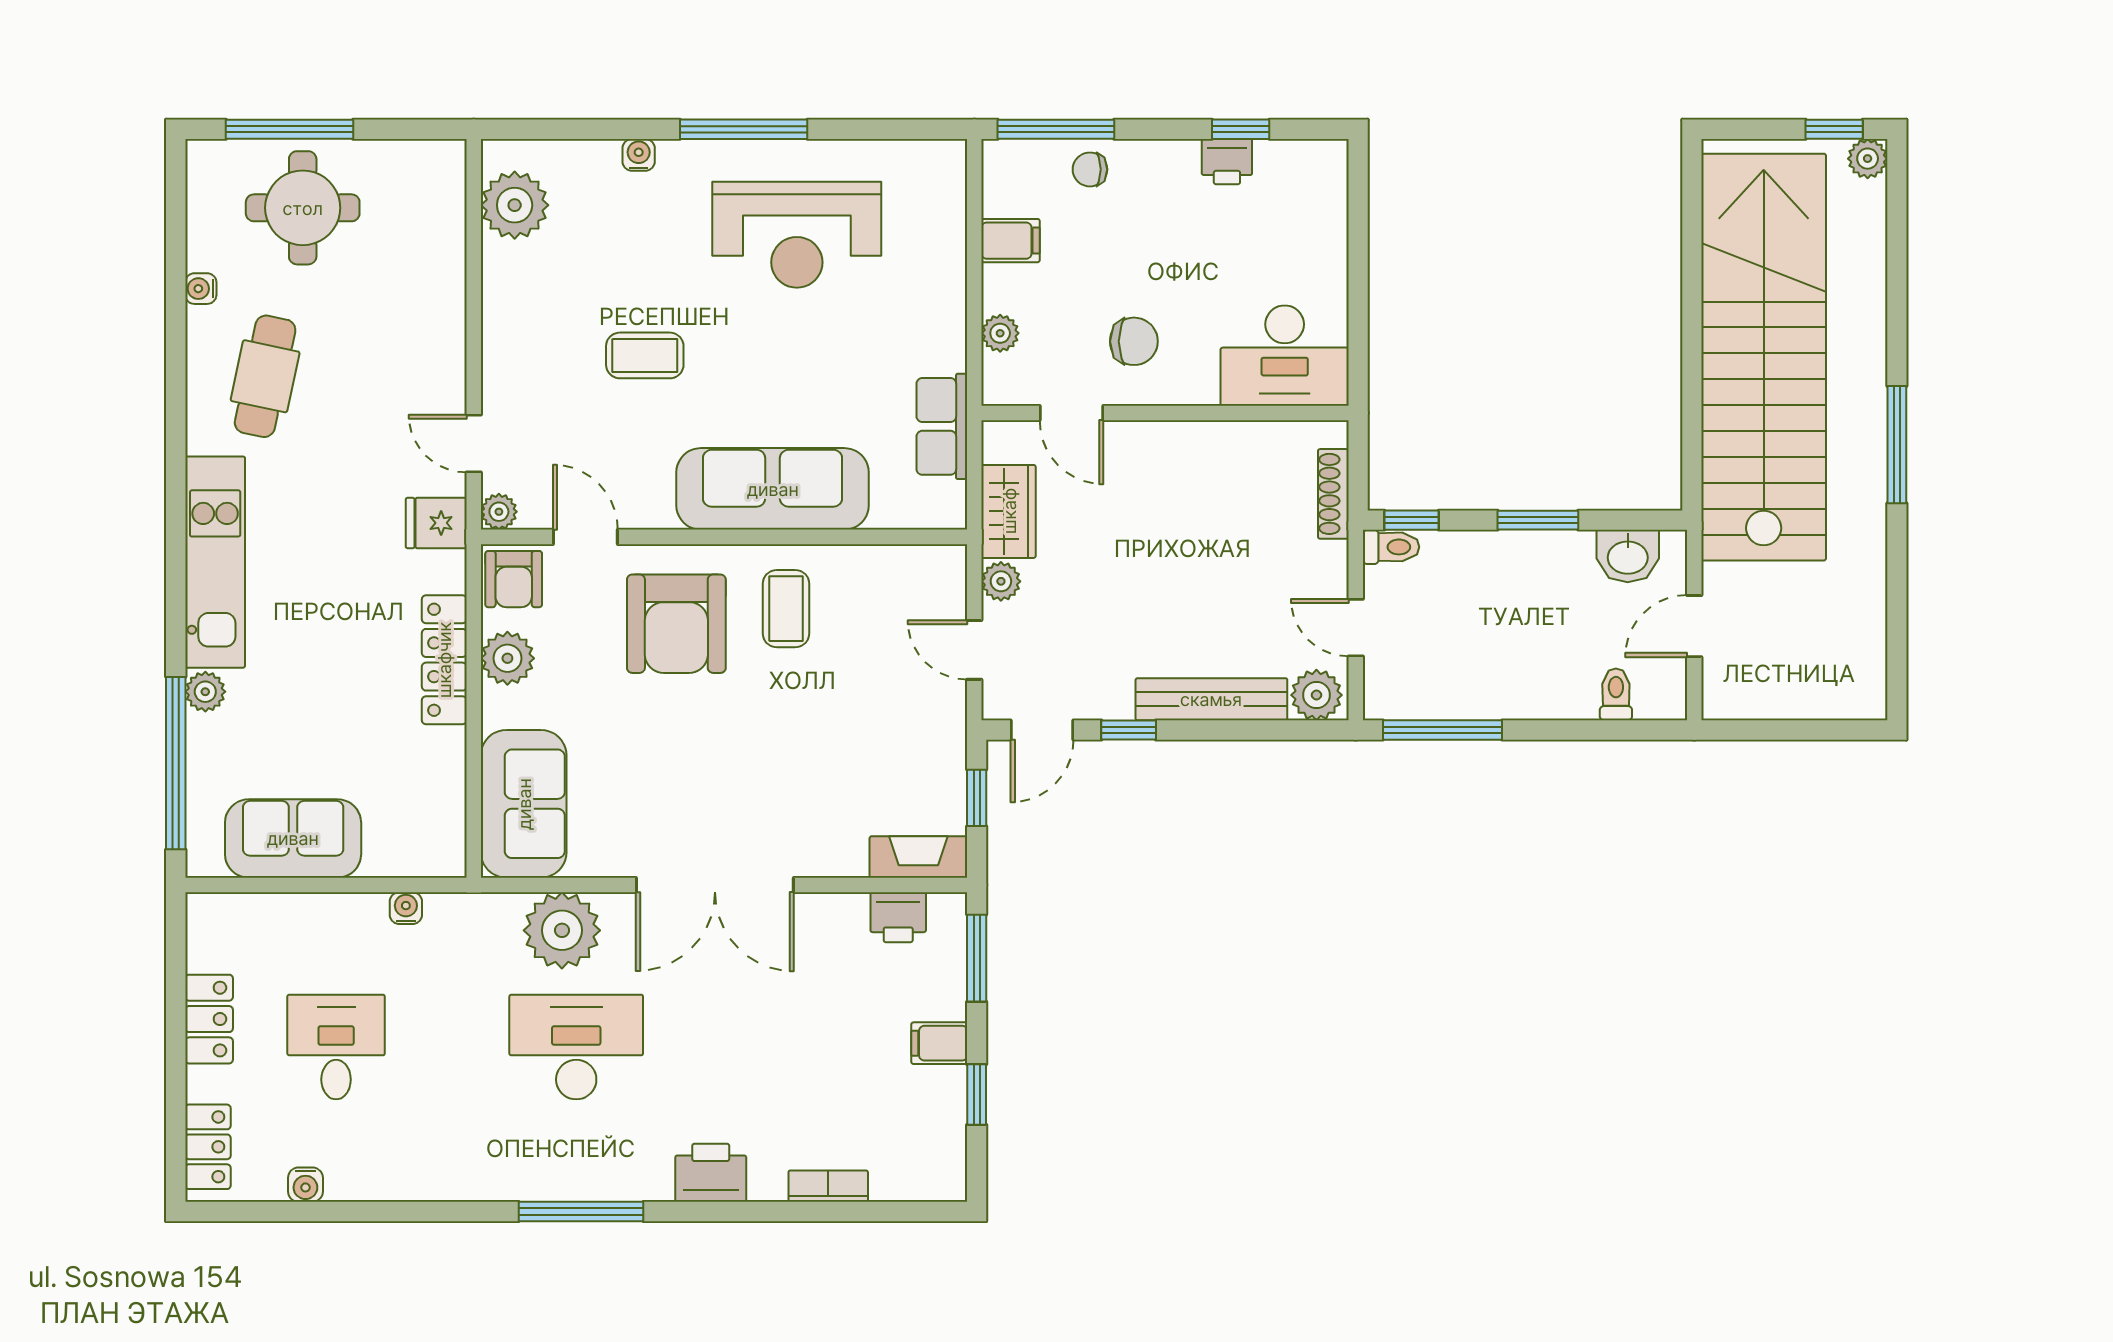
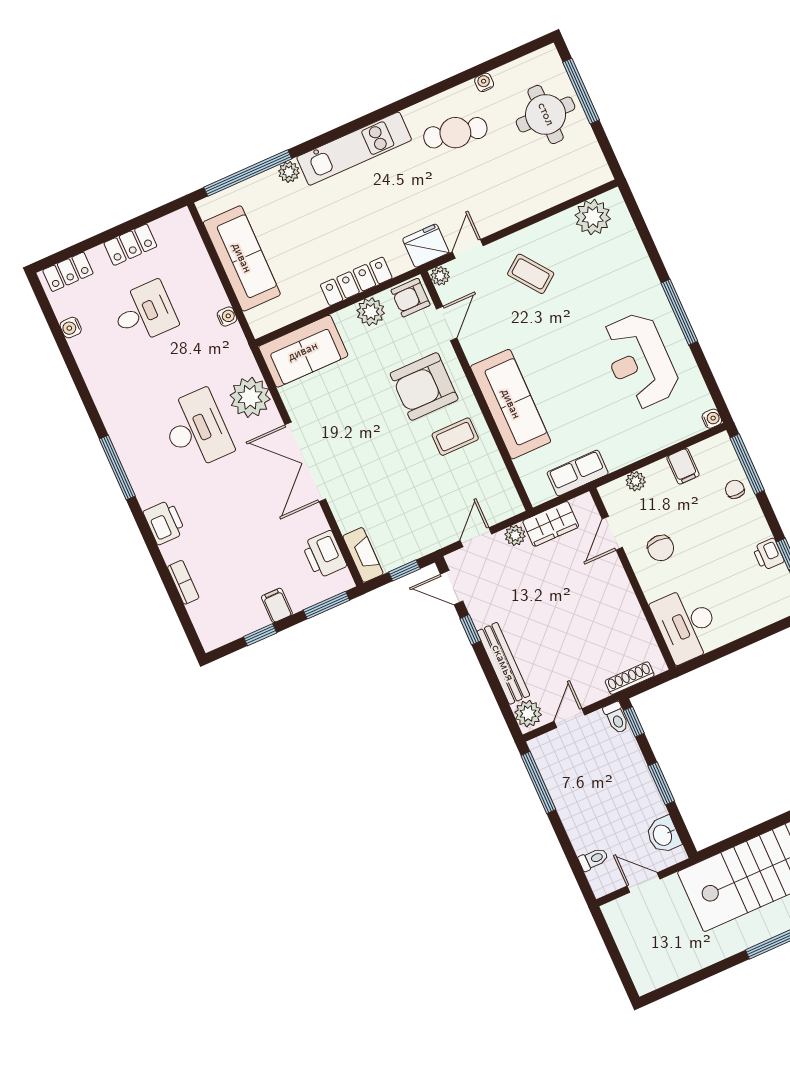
water cooler: (639, 155) -> (712, 419), moved
coffee table: (645, 355) -> (531, 274), moved, turned -37
fridge: (436, 523) -> (426, 246), width x1.38
sofa: (293, 838) -> (242, 258), width x1.36
printer: (898, 917) -> (324, 555), width x1.36, depth x1.24

